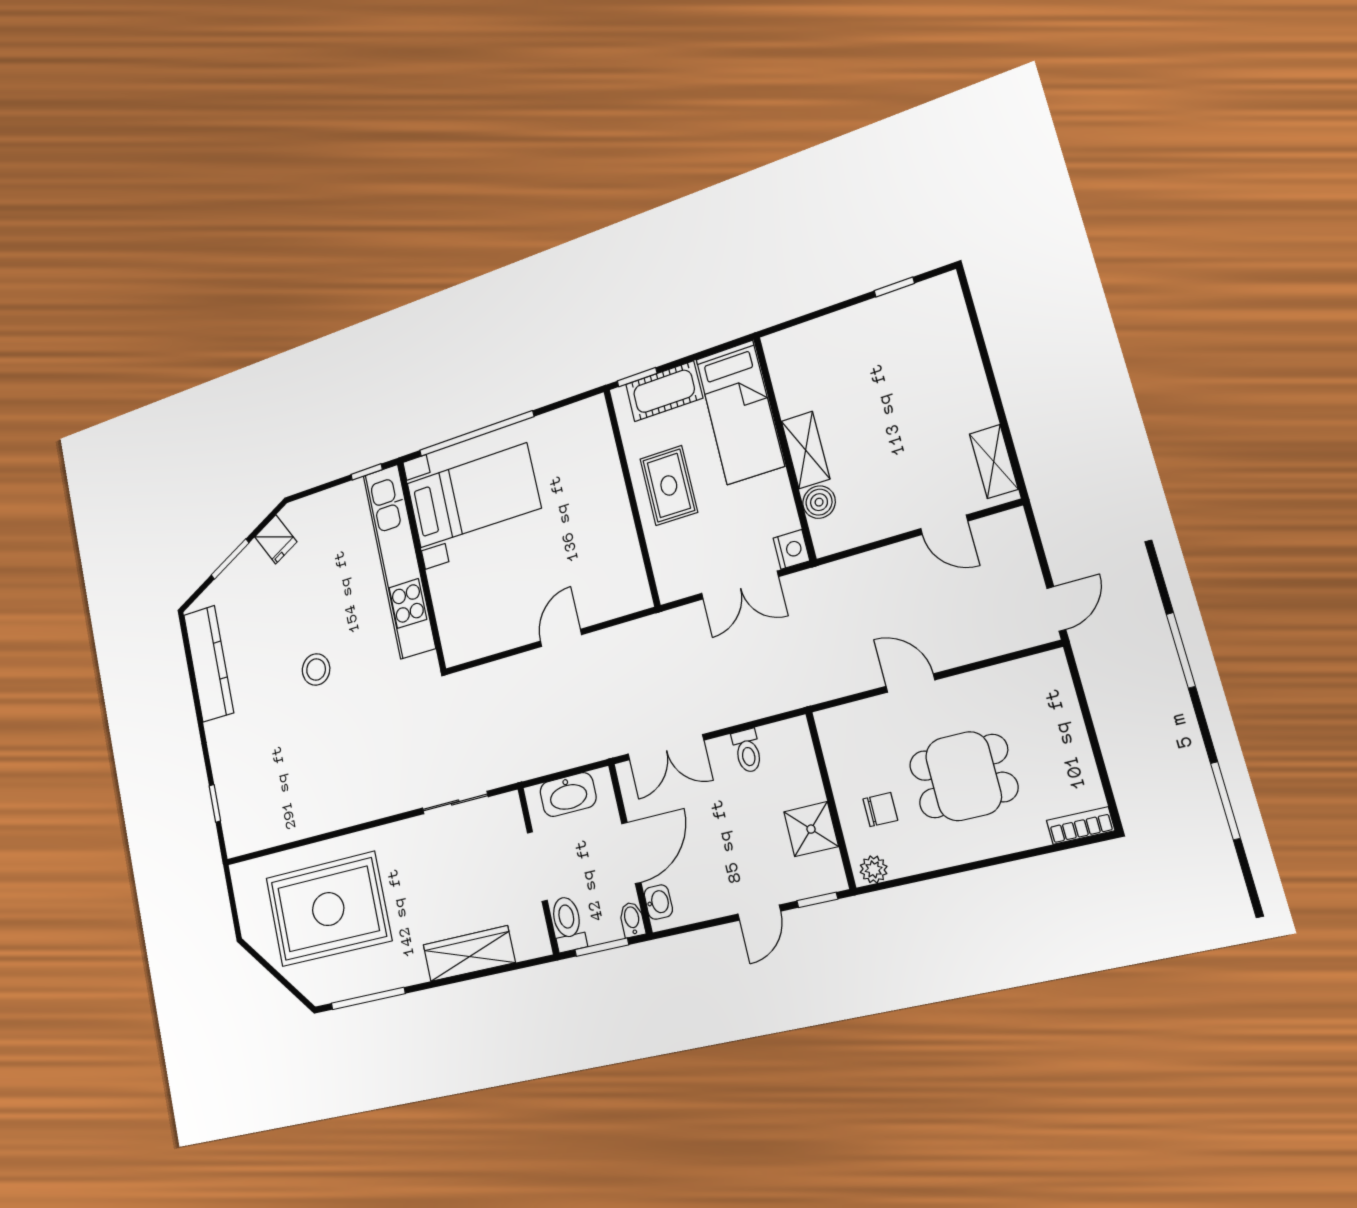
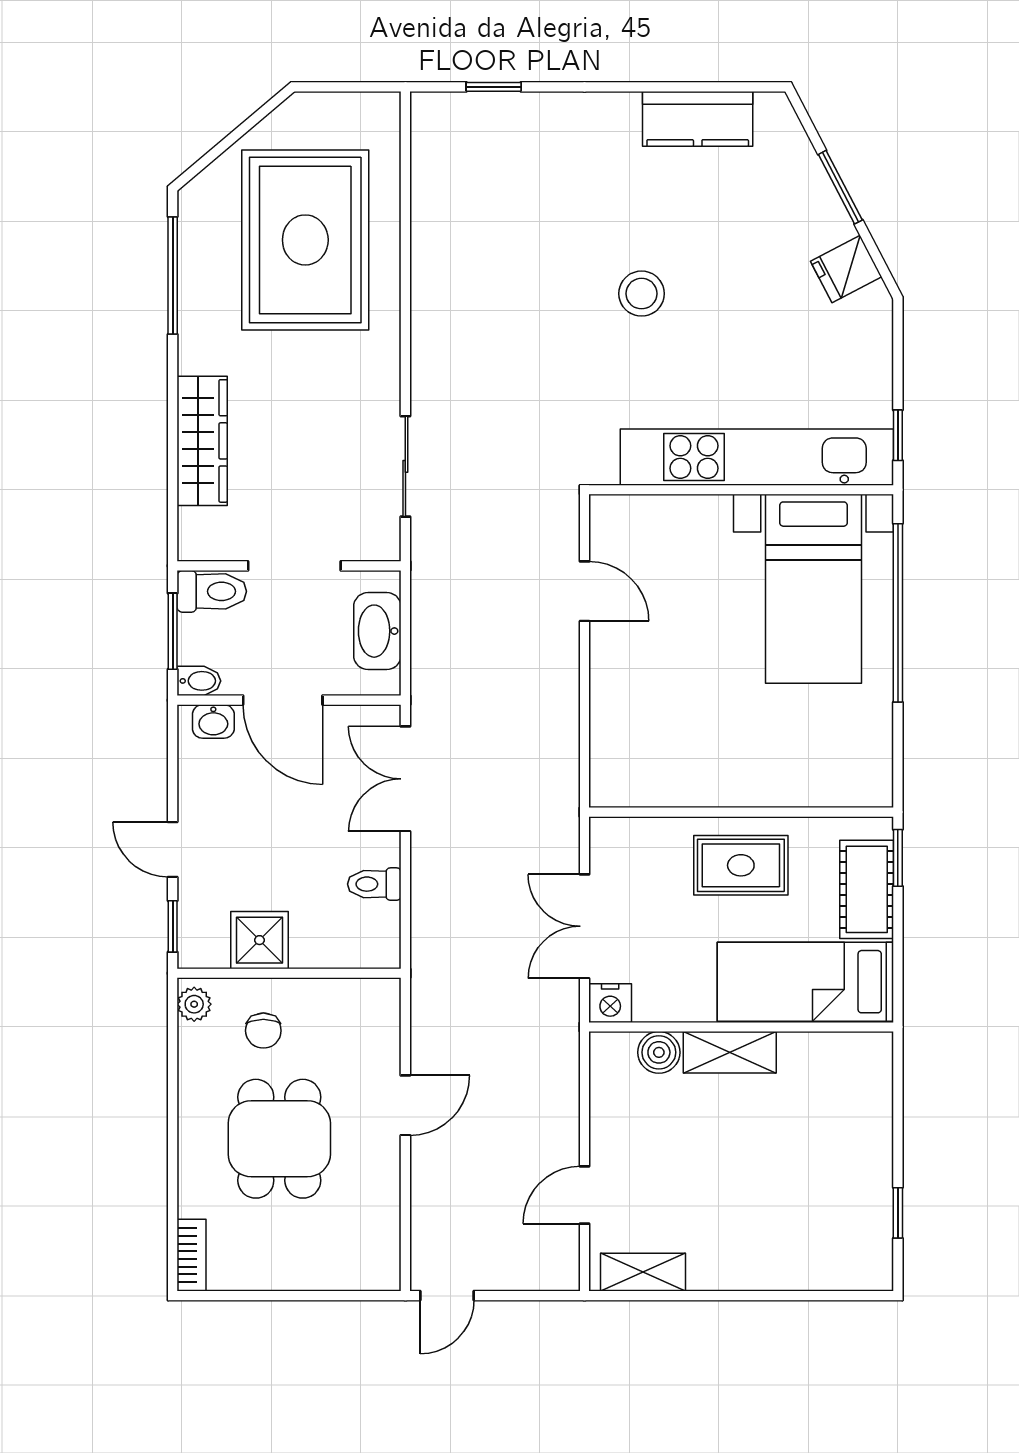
door: (1056, 609) -> (447, 1296), hinge flipped
door: (561, 638) -> (585, 591), moved
kitchen counter: (209, 664) -> (698, 119), width x0.67

